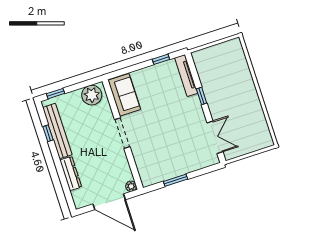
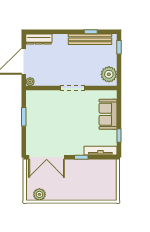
sofa: (124, 95) -> (108, 114), moved, turned 90
plant: (262, 131) -> (39, 194), added
double door: (215, 137) -> (47, 157), width x1.37
dresser: (71, 174) -> (39, 39), moved

